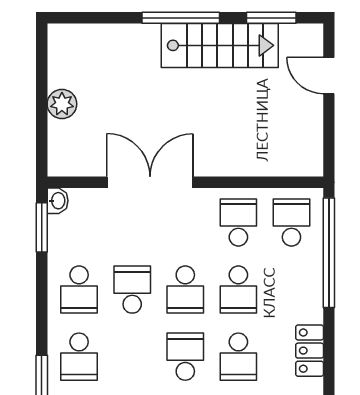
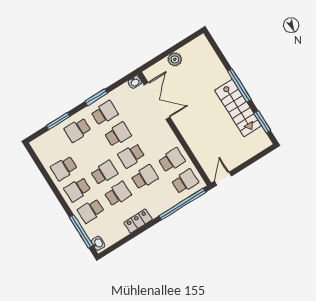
door: (329, 76) -> (223, 179), moved
double door: (150, 182) -> (157, 101), moved
window: (42, 227) -> (96, 97), moved
school desk: (79, 290) -> (105, 113), turned 180
school desk: (238, 290) -> (145, 177), turned 180
school desk: (238, 357) -> (118, 194), turned 180

